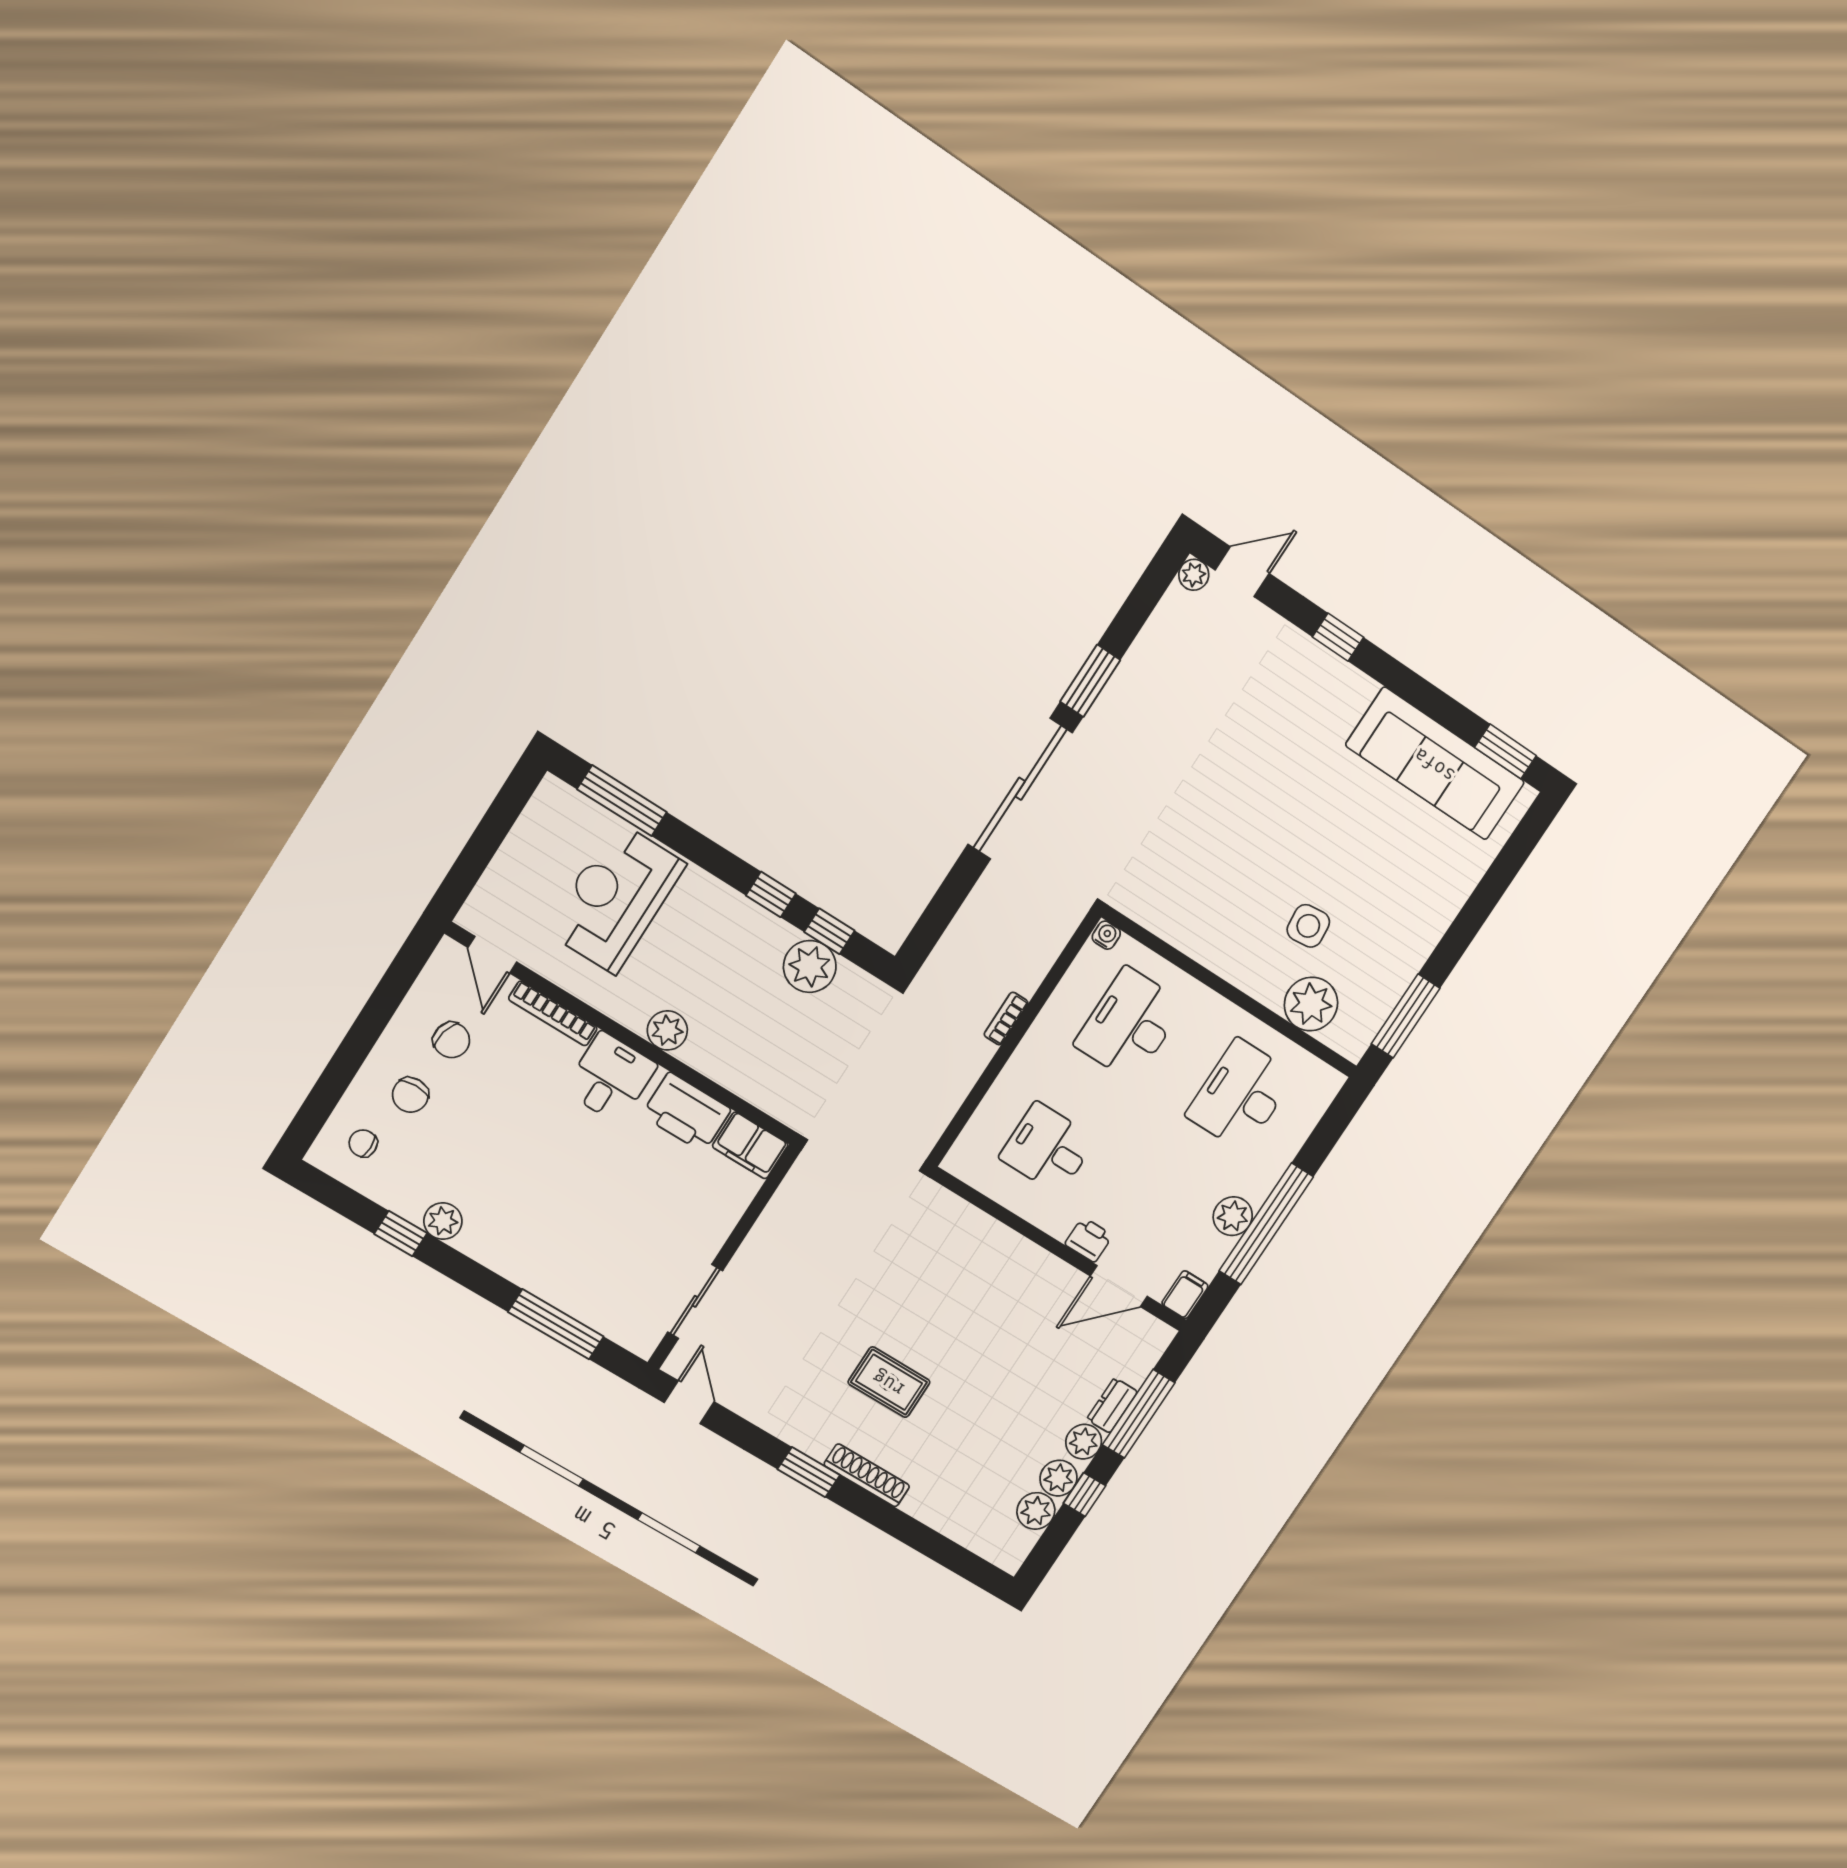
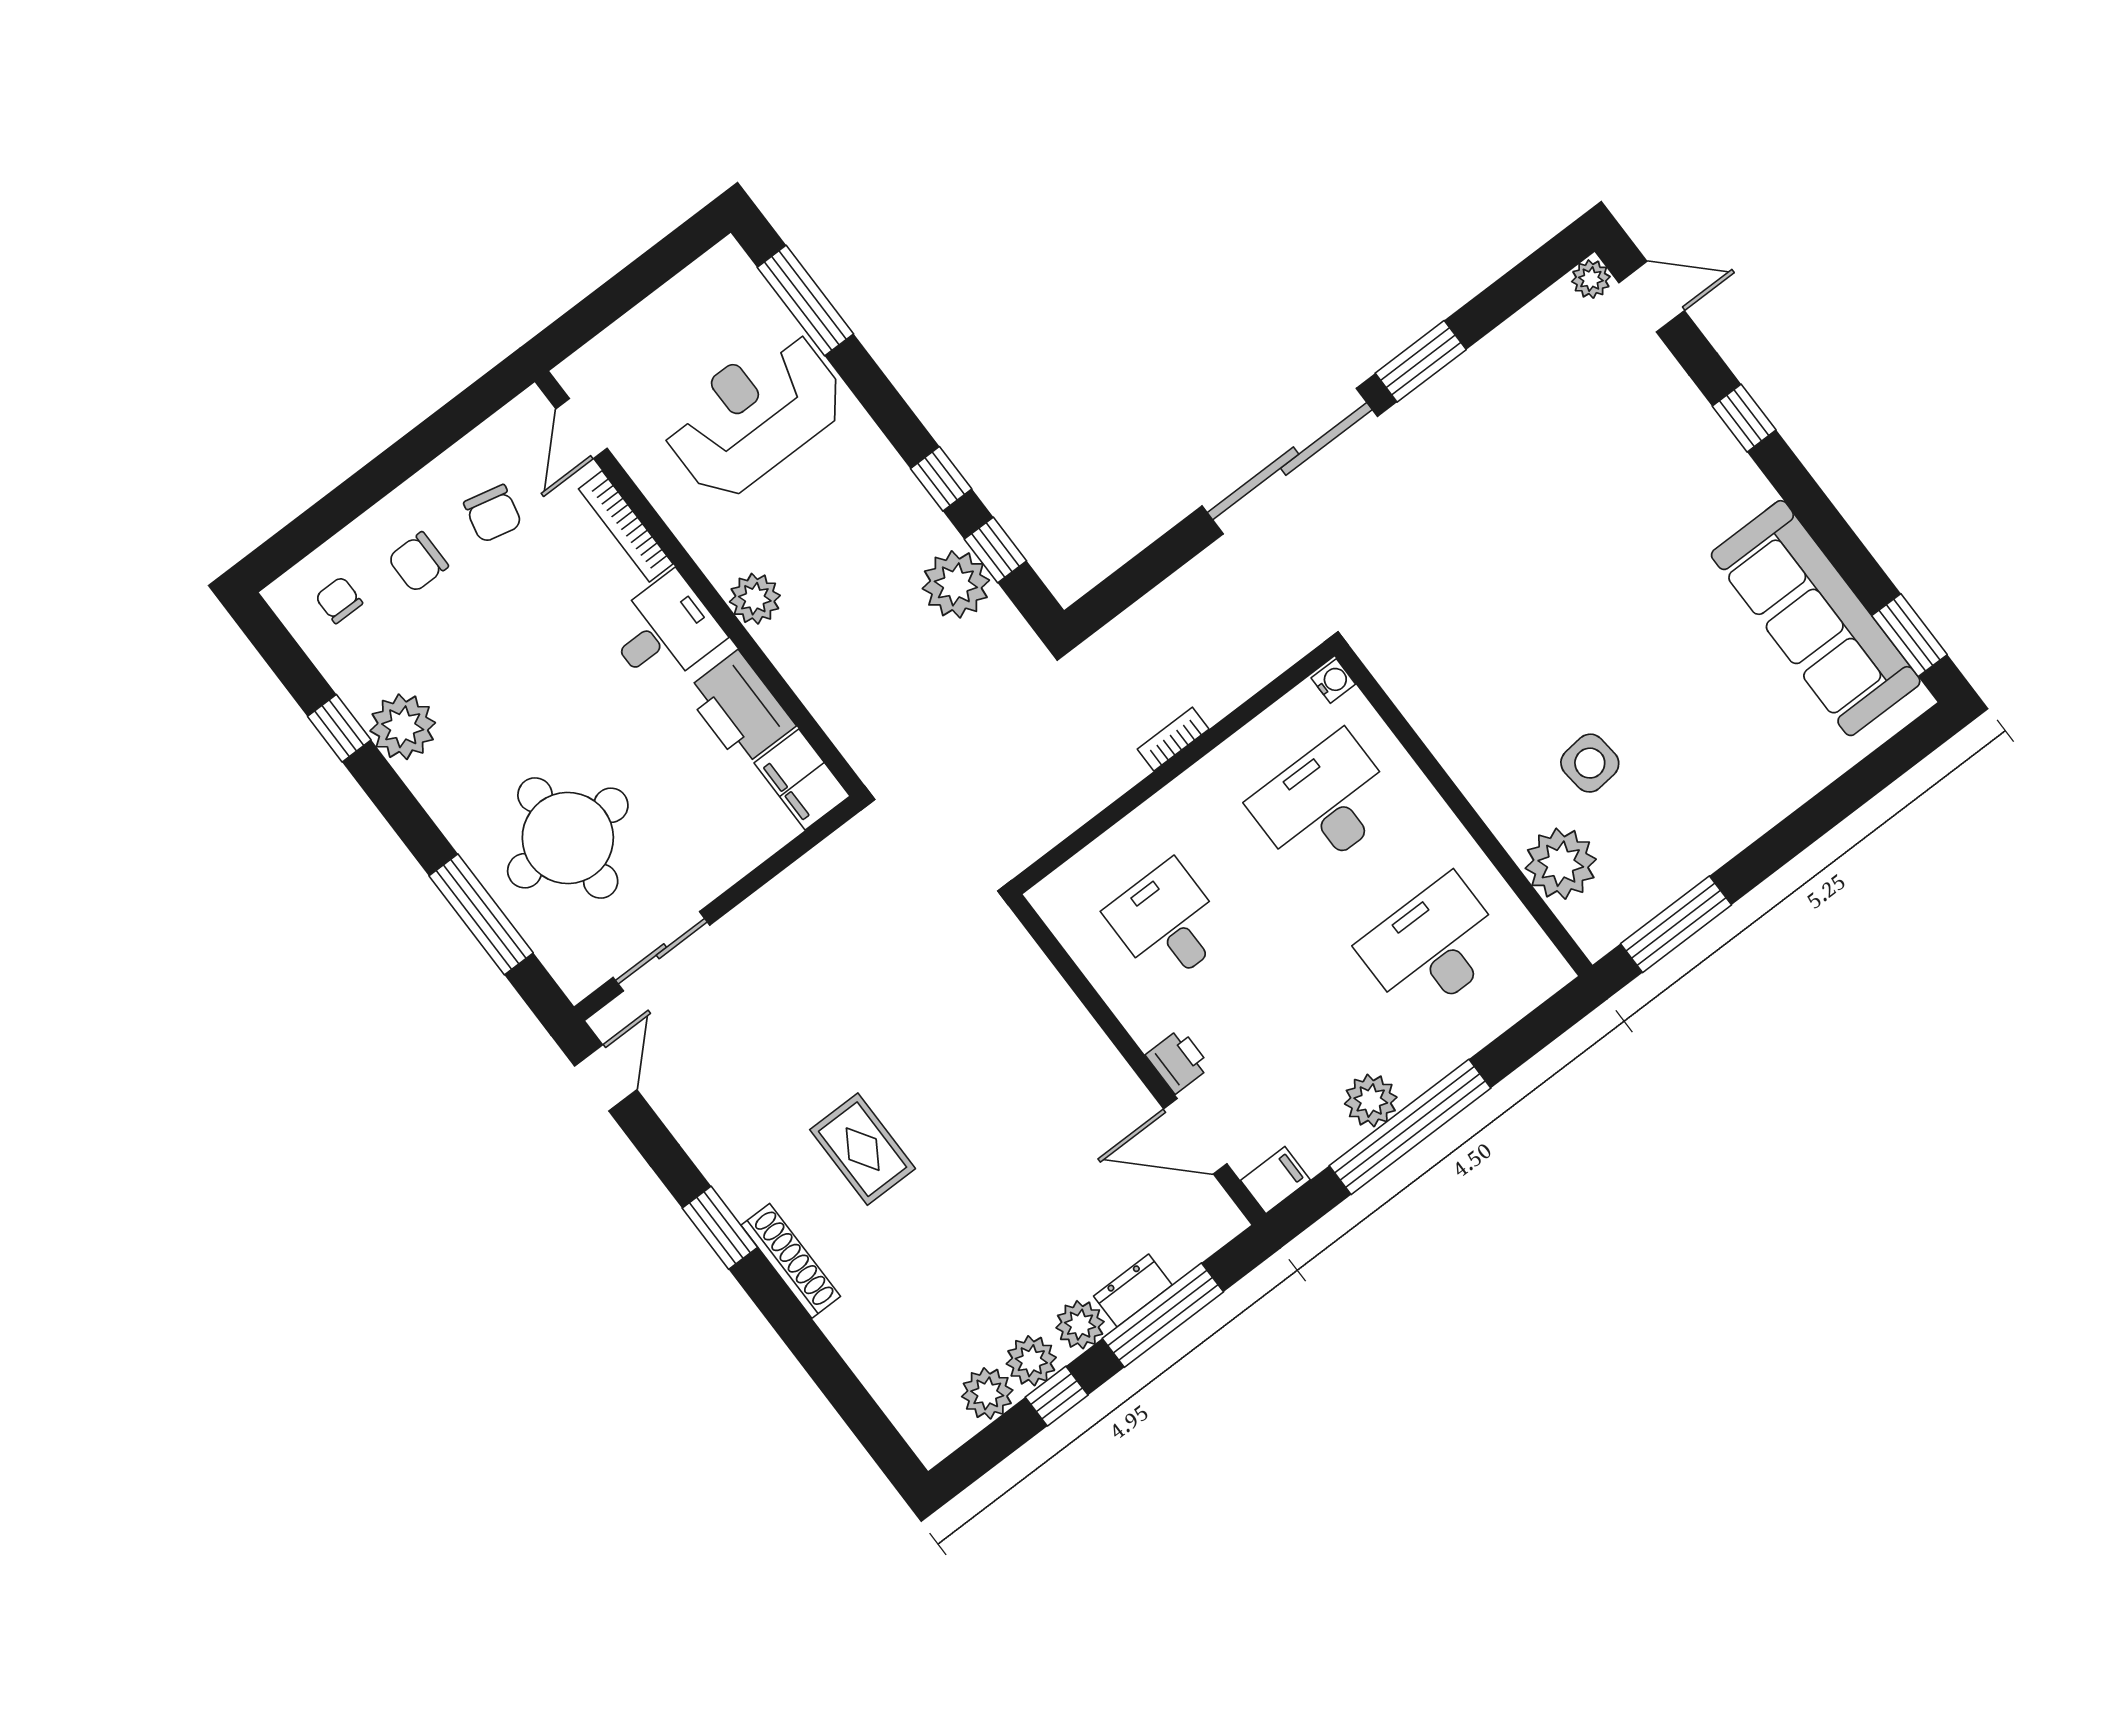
plant: (443, 1221) -> (403, 727), width x1.36, depth x1.36
round table: (597, 1249) -> (568, 838), added

